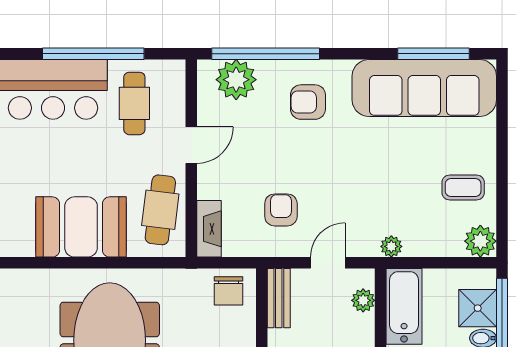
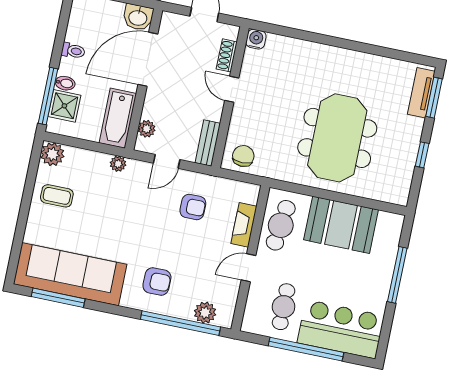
plant: (236, 80) -> (205, 313), width x0.73, depth x0.73
armchair: (281, 210) -> (193, 207), turned -90
fireplace: (209, 229) -> (244, 225), moved

